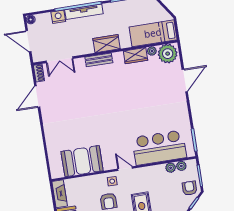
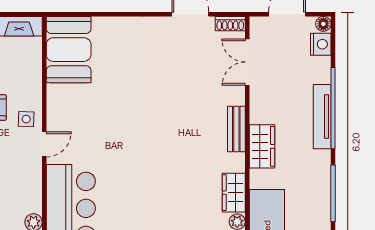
nightstand: (58, 17) -> (321, 44), moved
booth: (82, 161) -> (69, 50), moved

